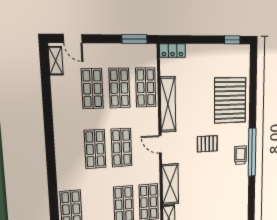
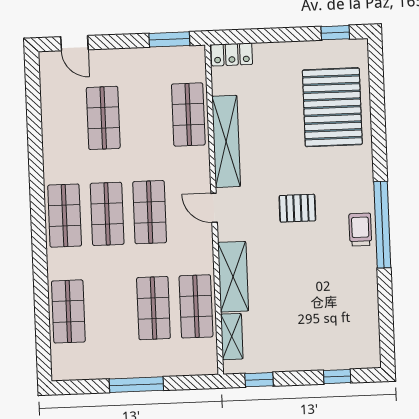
shelving: (56, 61) -> (49, 77), removed
shop shelf: (119, 88) -> (65, 216), moved
pallet: (230, 100) -> (332, 107), moved

